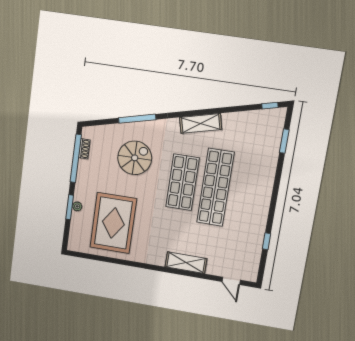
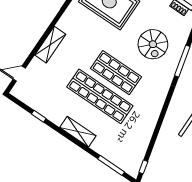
shelving: (201, 123) -> (78, 132), moved, turned -76
window: (284, 141) -> (111, 165), width x1.44

